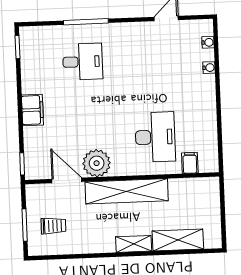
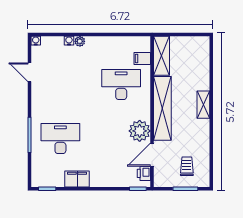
water cooler: (208, 42) -> (36, 41), moved
desk: (83, 62) -> (60, 139), width x1.37
plant: (209, 82) -> (80, 41), added
filing cabinet: (32, 110) -> (77, 179), moved
printer: (42, 171) -> (144, 173), added
shelving: (178, 240) -> (162, 56), moved

